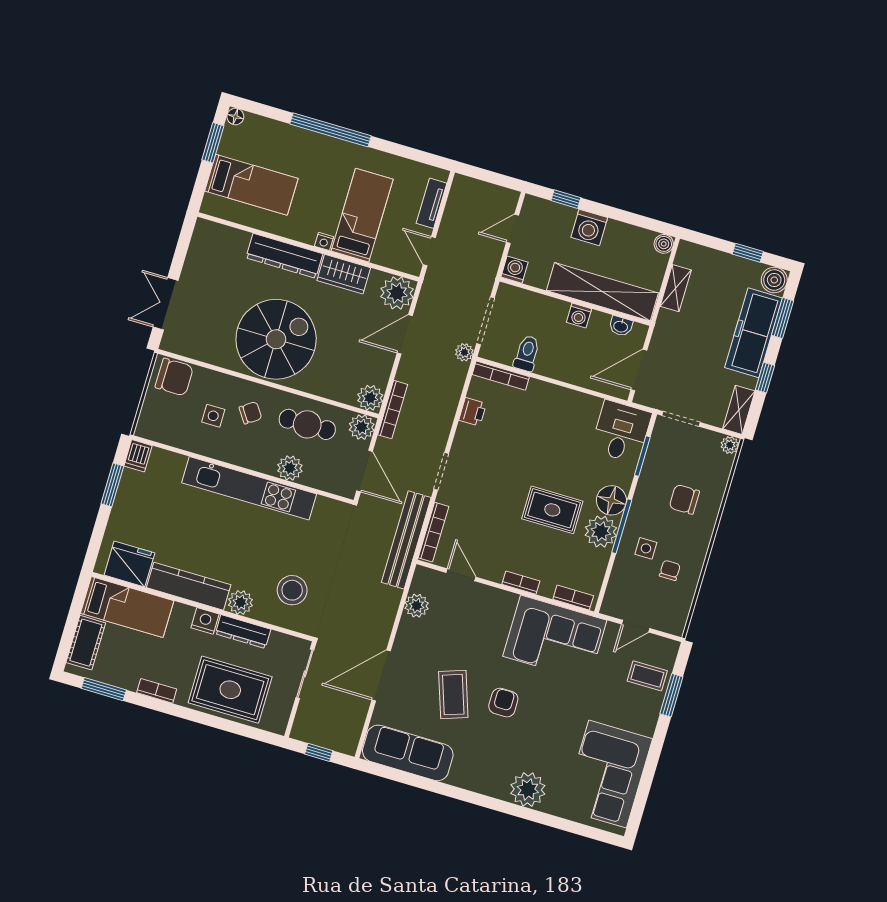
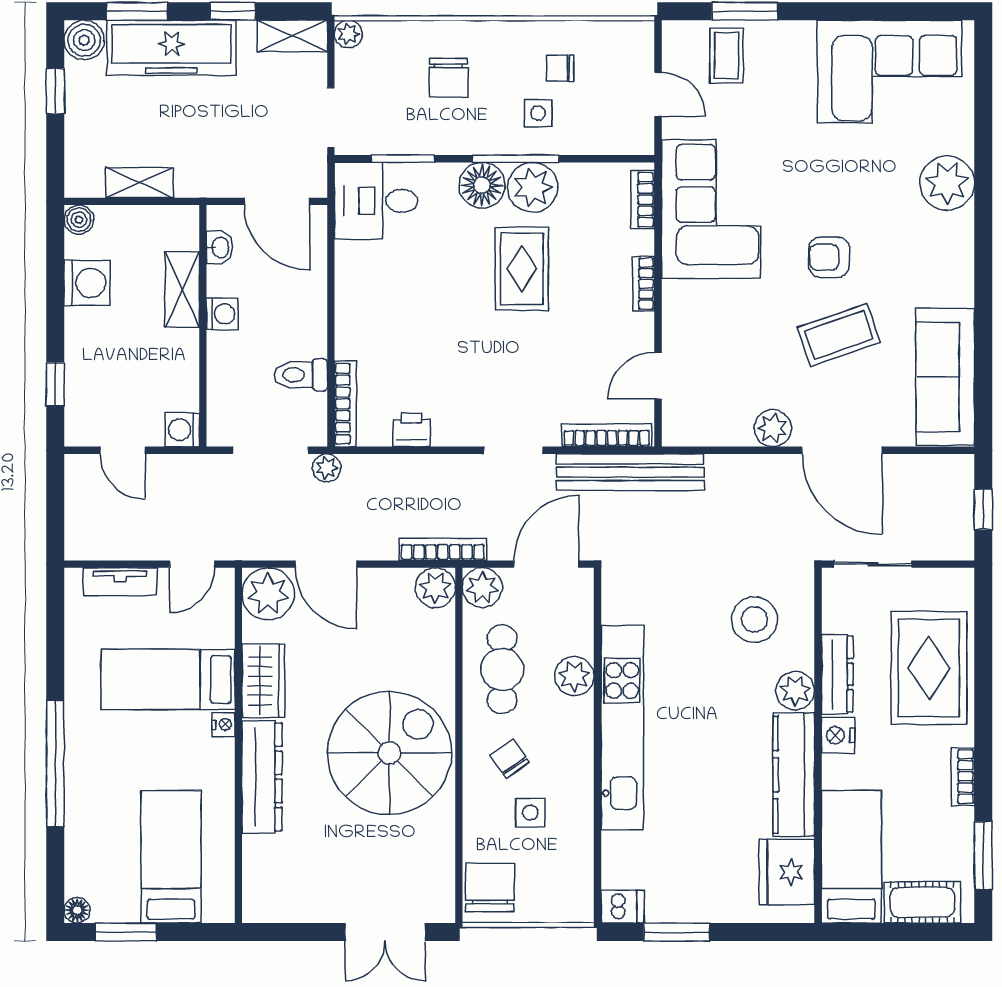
washing machine: (589, 227) -> (87, 283), moved
shelving: (602, 292) -> (182, 290), width x0.45, depth x0.75
spiral stairs: (276, 339) -> (389, 753), turned 90
plant: (417, 606) -> (773, 428), moved

